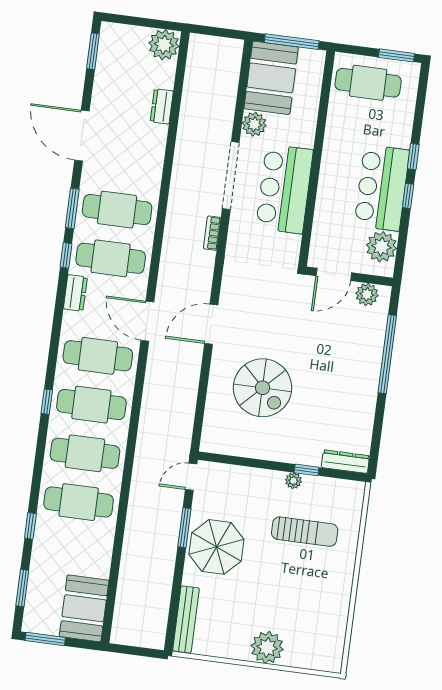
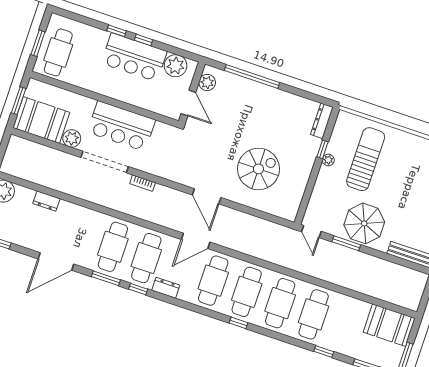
window: (292, 42) -> (19, 101), width x0.69
window: (396, 55) -> (38, 43), moved
sun lounger: (305, 532) -> (366, 159), width x1.36, depth x1.34

